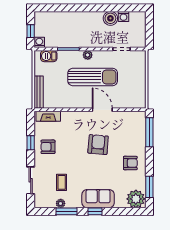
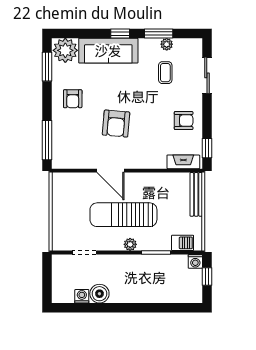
window: (31, 143) -> (207, 148), moved
armchair: (130, 163) -> (73, 99), turned -90
sofa: (98, 199) -> (108, 51), width x1.36

